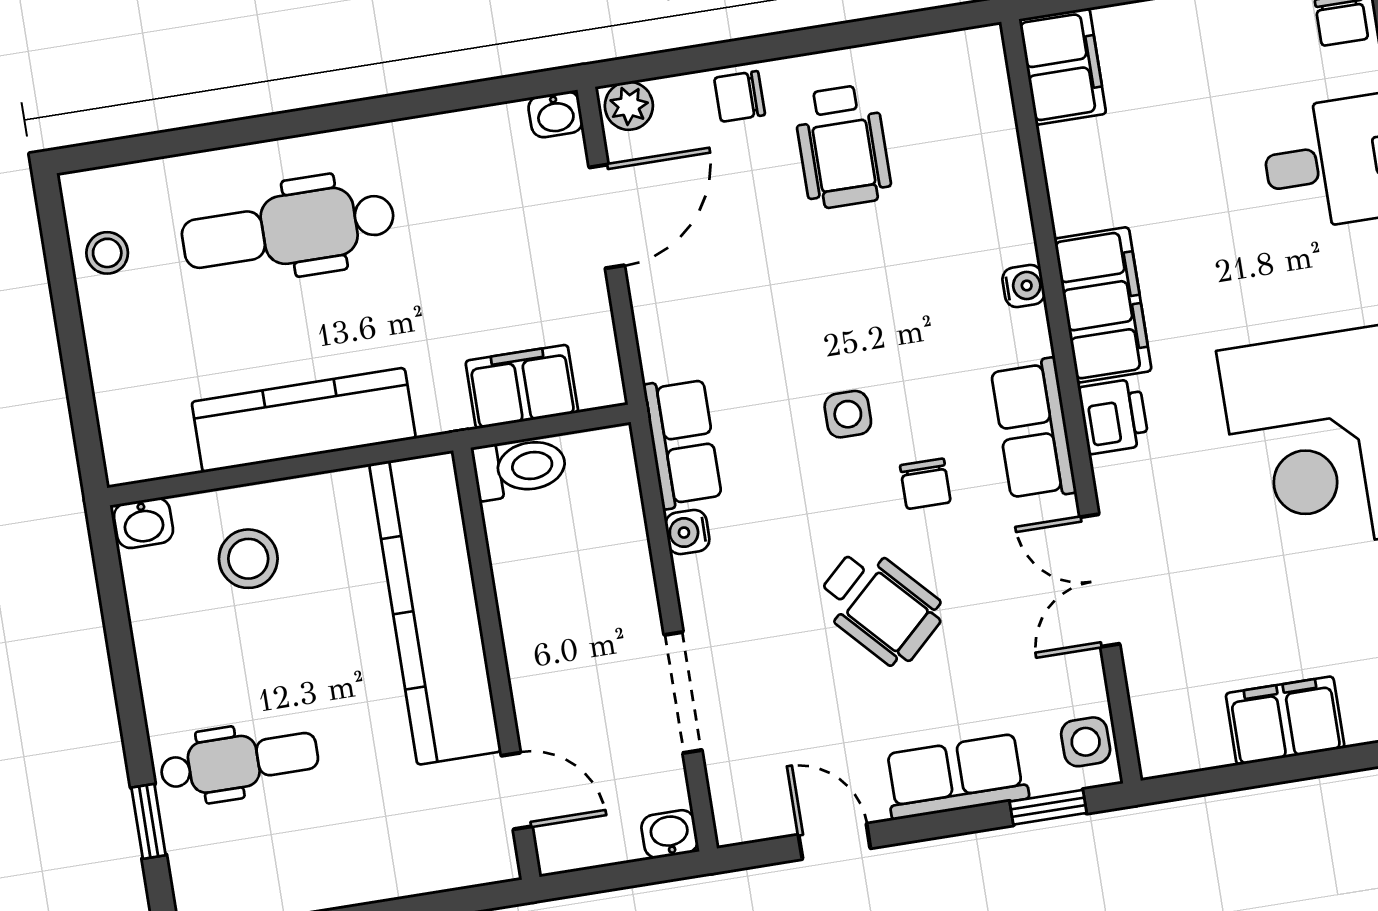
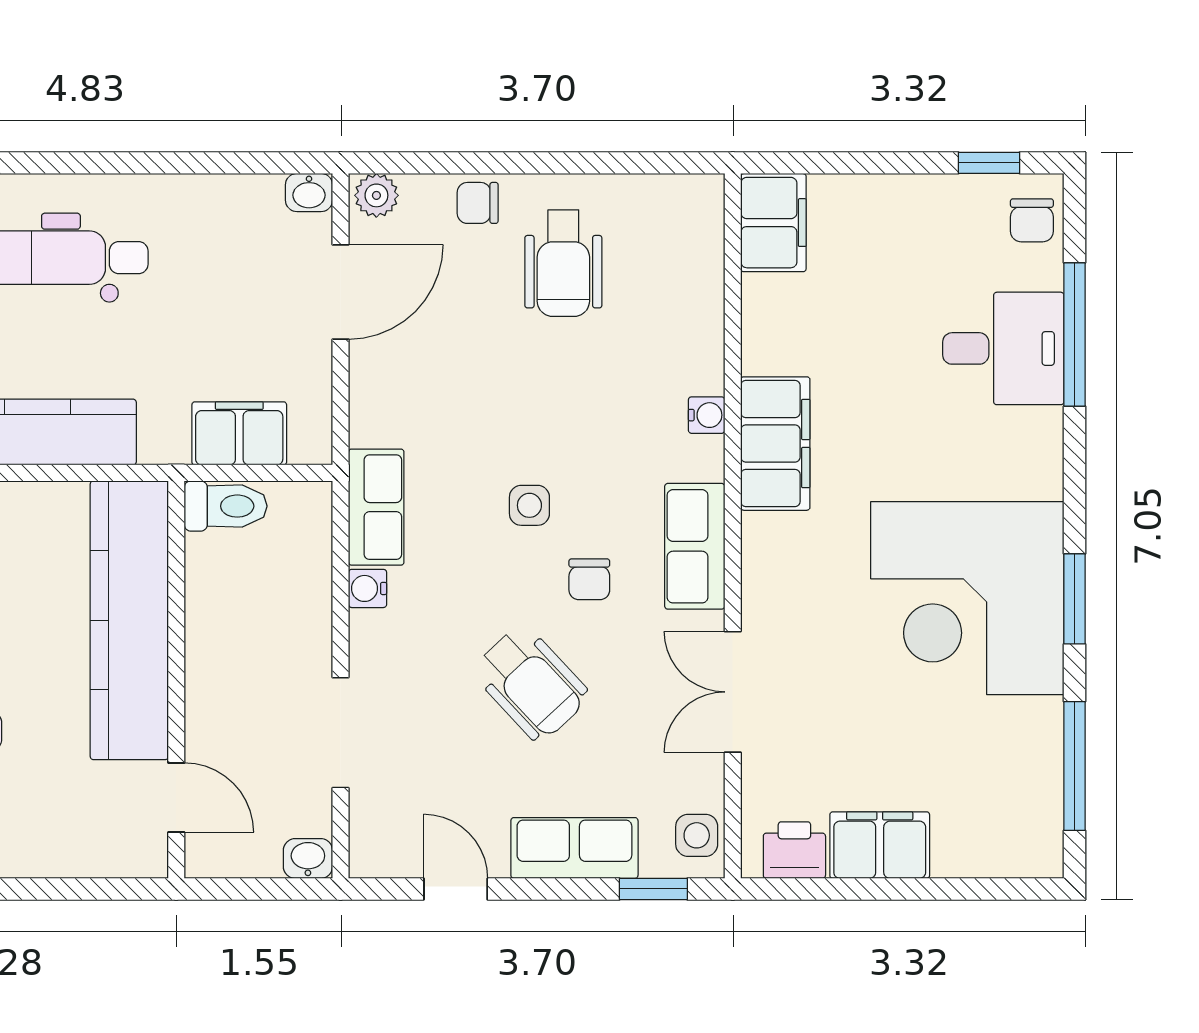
printer: (1114, 416) -> (794, 850), moved, turned -90

